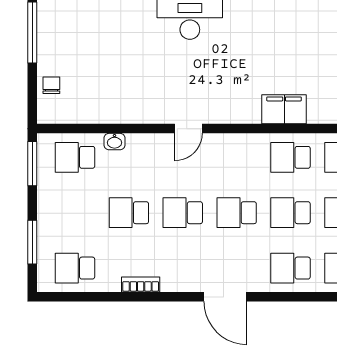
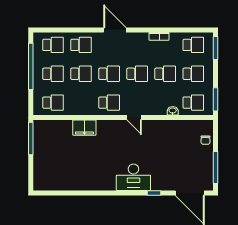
door: (188, 129) -> (134, 118), swing flipped
school desk: (291, 157) -> (109, 103), moved
school desk: (75, 213) -> (193, 74), added
window: (32, 242) -> (215, 48), moved

